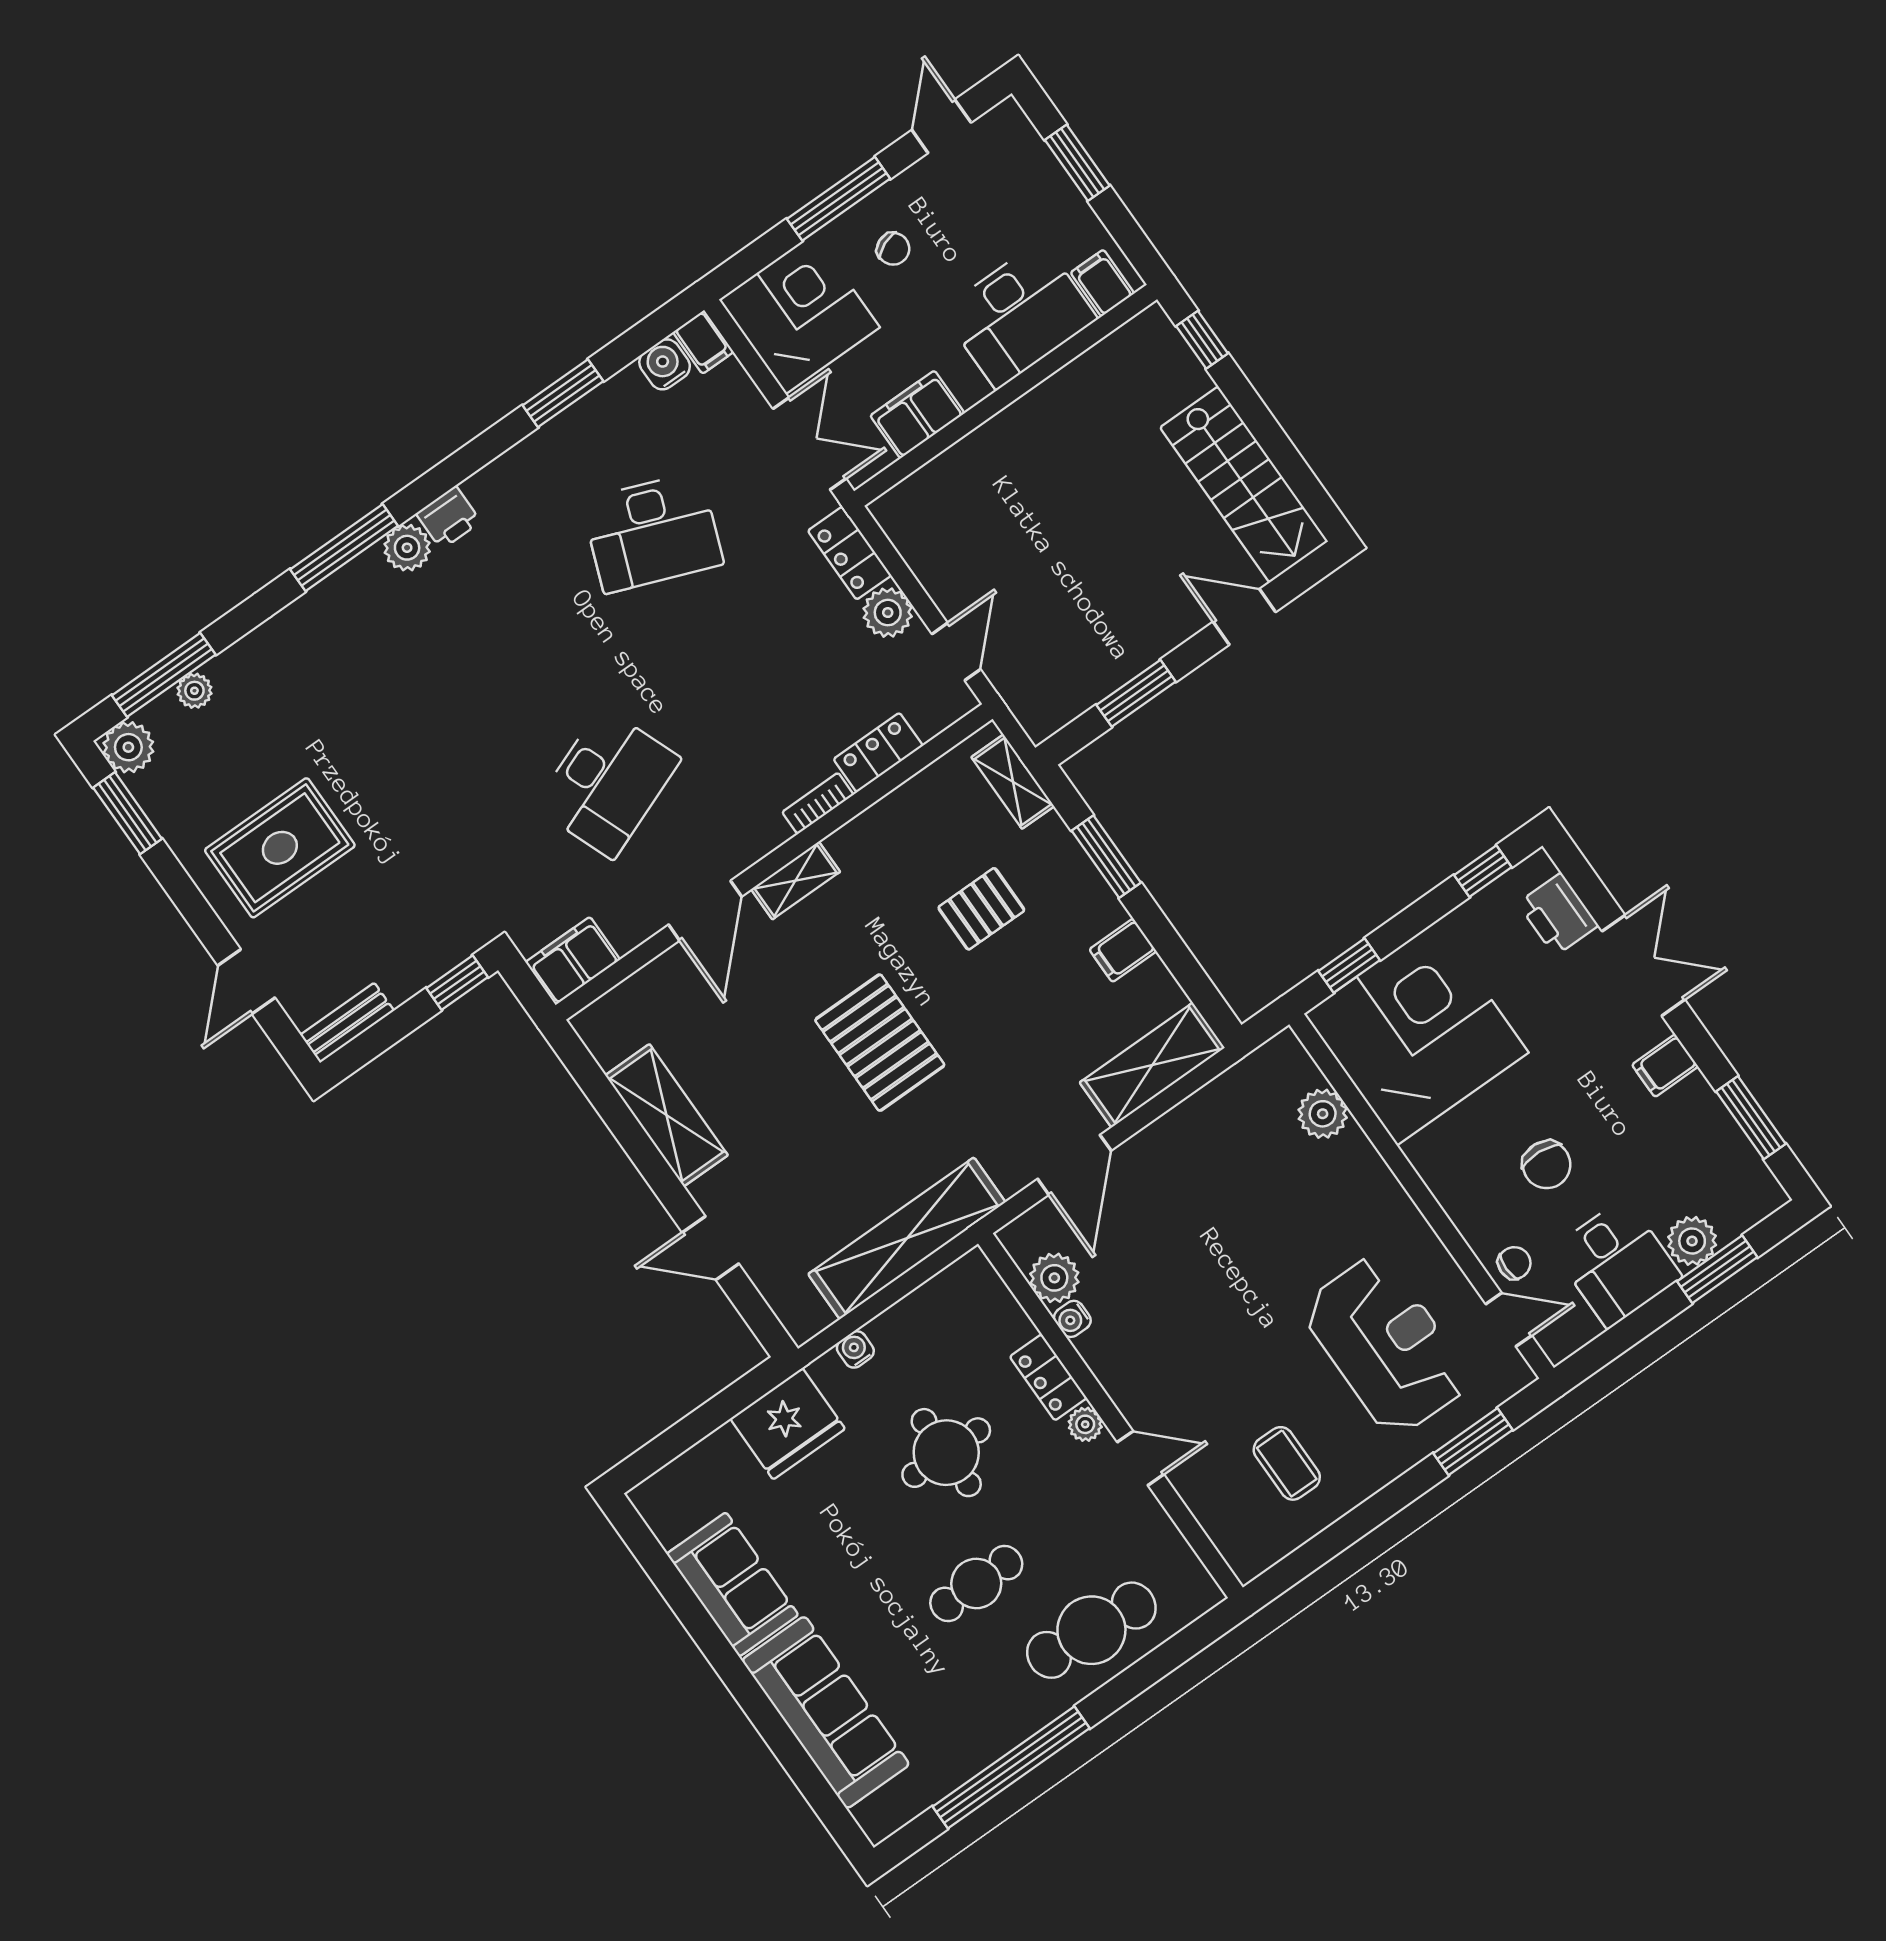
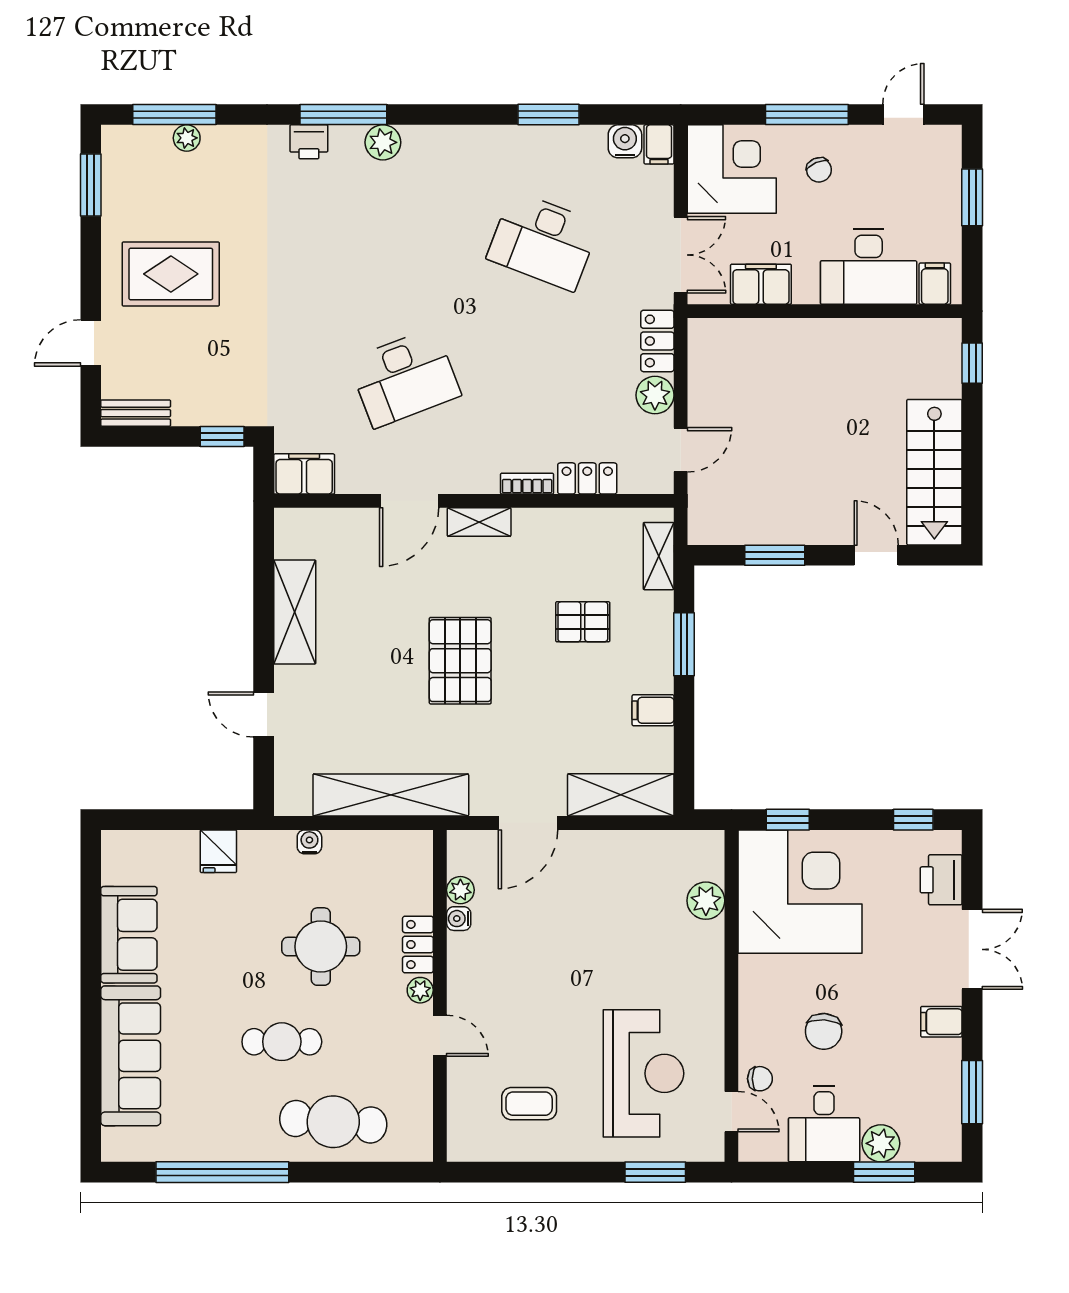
printer: (449, 518) -> (309, 142), moved
plant: (128, 747) -> (120, 144), removed
plant: (1054, 1278) -> (460, 890), width x0.73, depth x0.73
fridge: (788, 1424) -> (218, 851), width x0.53, depth x0.75
coffee table: (1287, 1463) -> (529, 1104), turned 90

